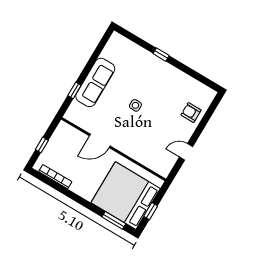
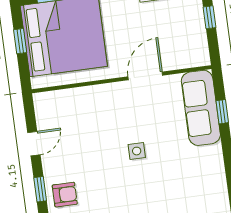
sofa: (95, 82) -> (201, 108), moved
window: (202, 126) -> (40, 189), added

